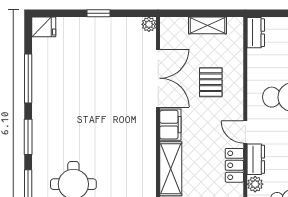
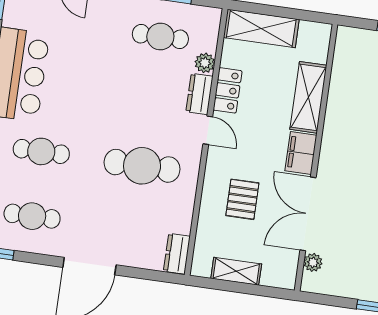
plant: (149, 24) -> (313, 262), moved

